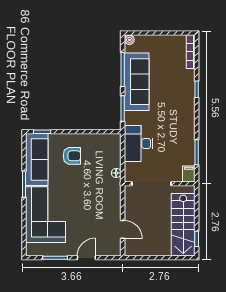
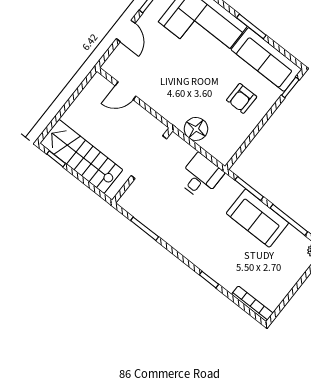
sofa: (137, 82) -> (257, 218), width x0.73
desk: (138, 144) -> (200, 176), width x0.73
floor lamp: (116, 173) -> (196, 129), width x1.89, depth x1.89
filing cabinet: (189, 174) -> (129, 203), removed

